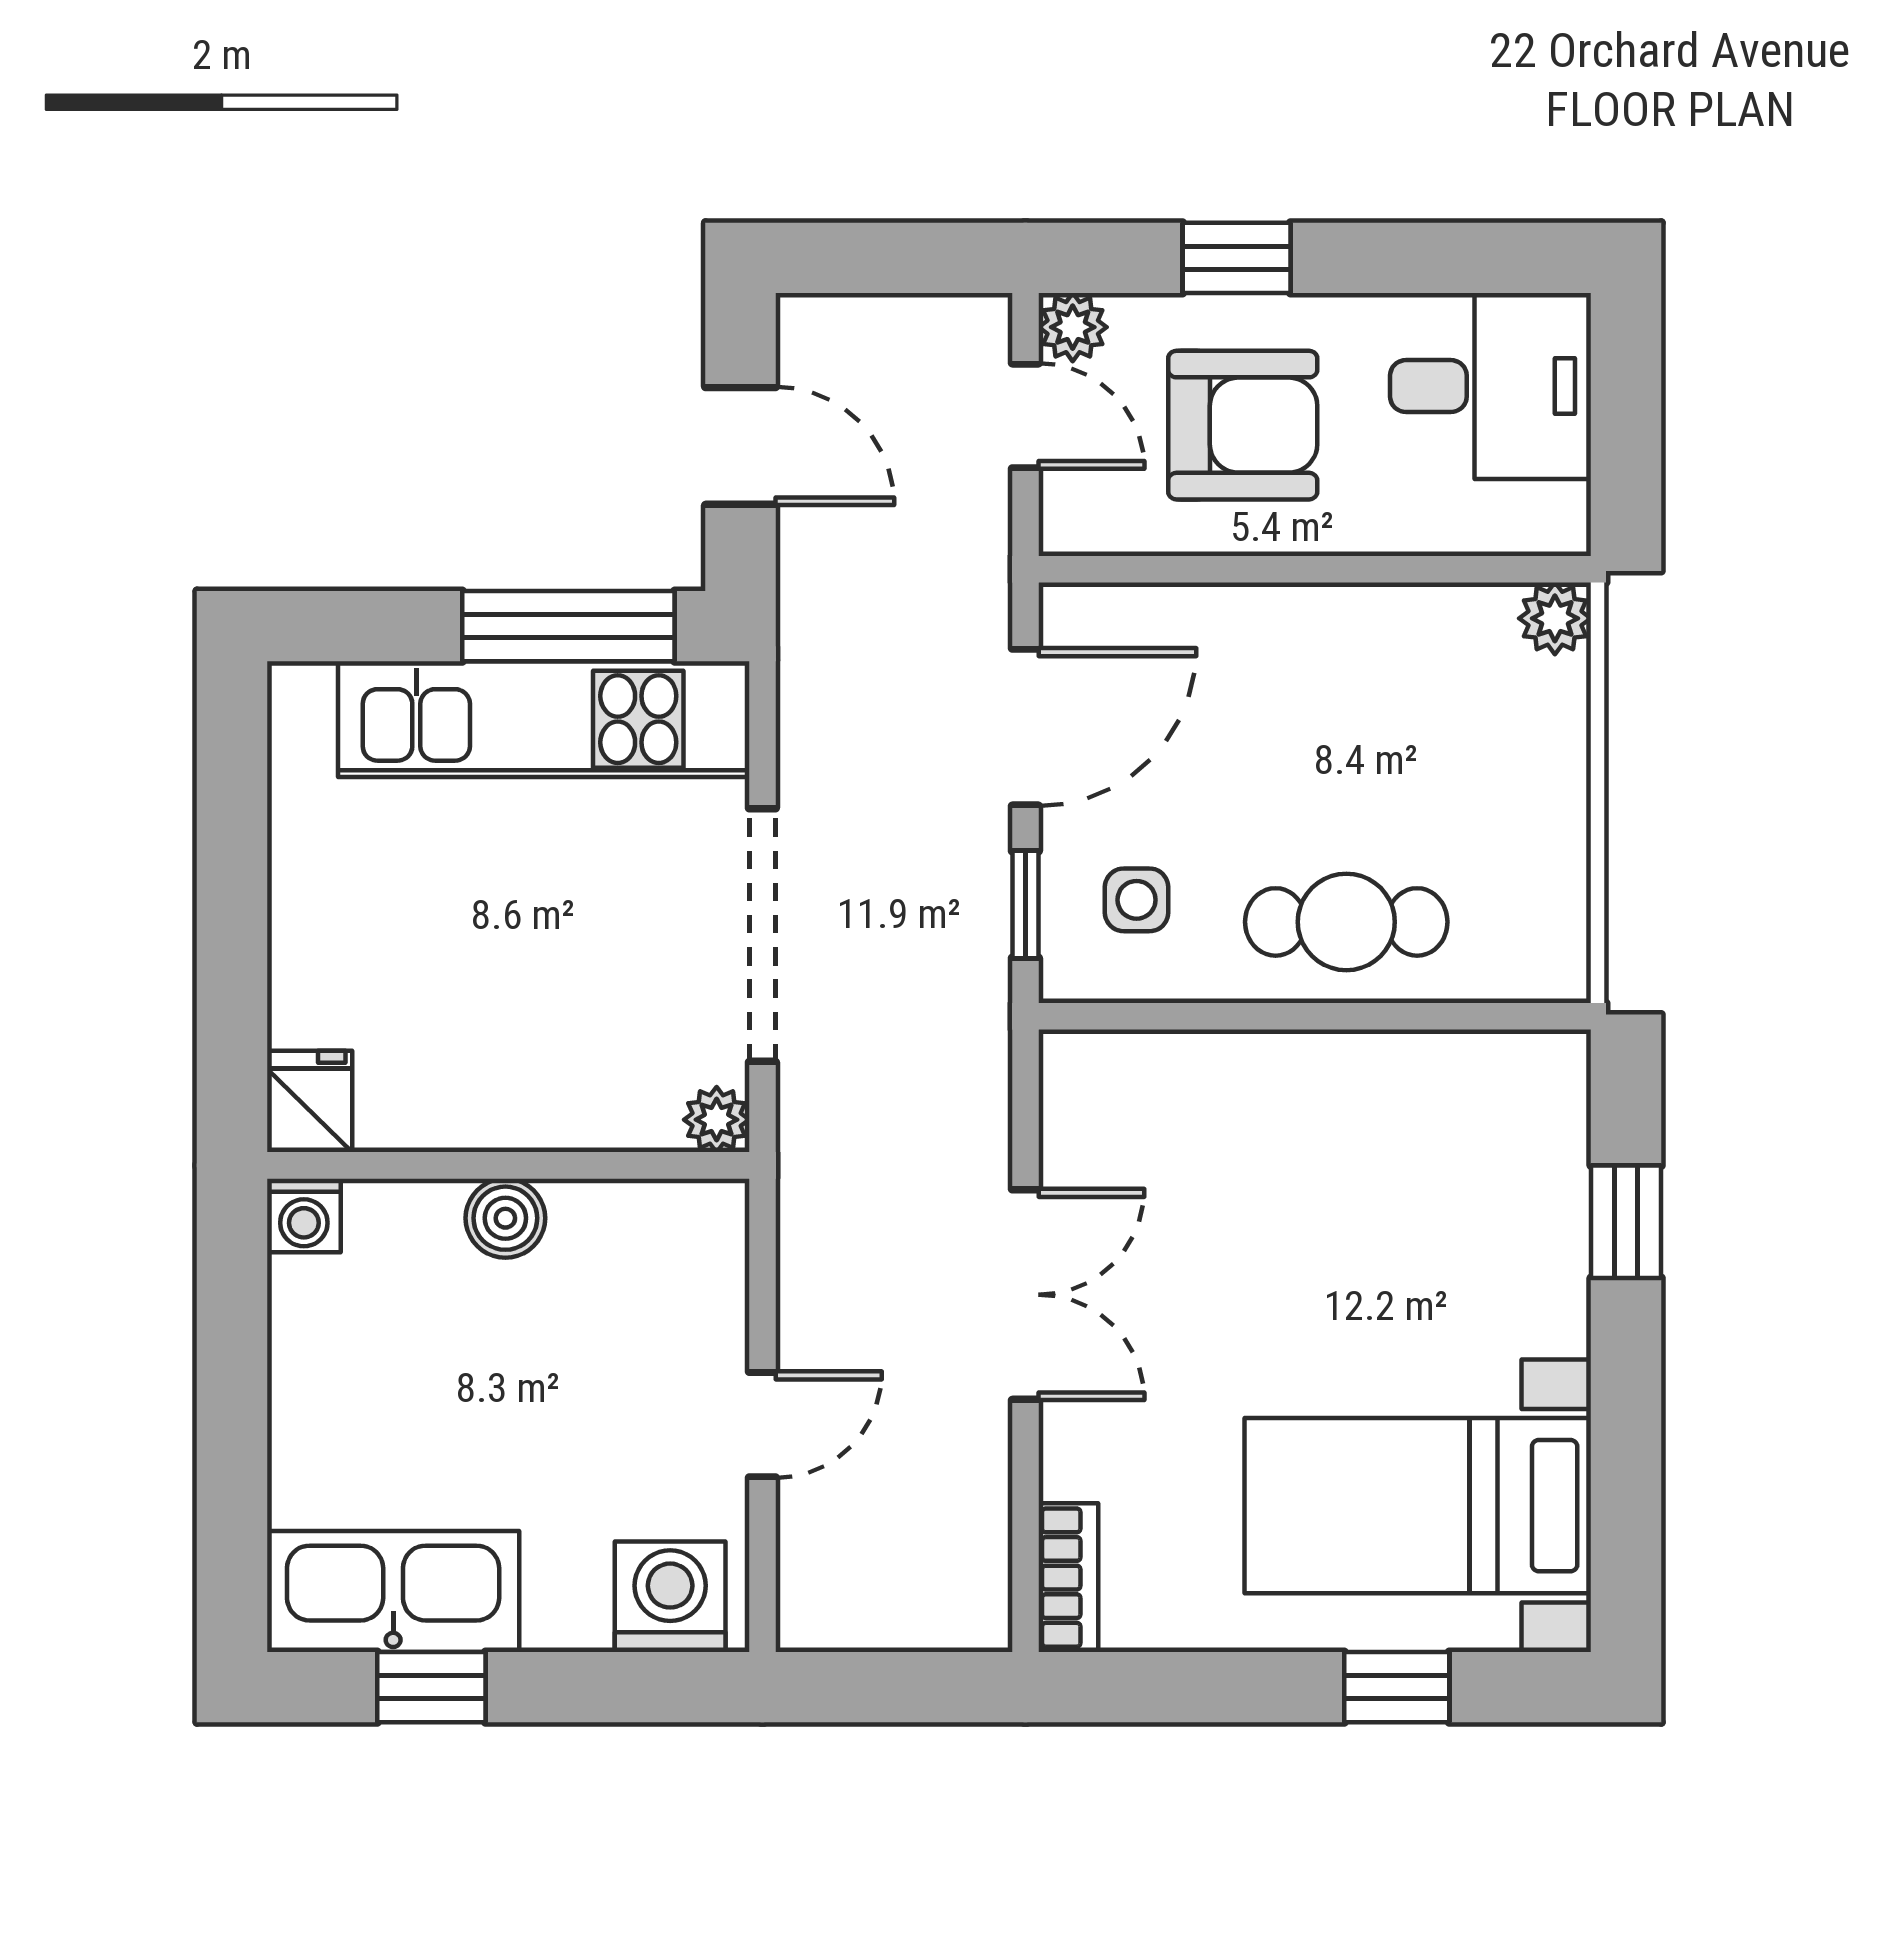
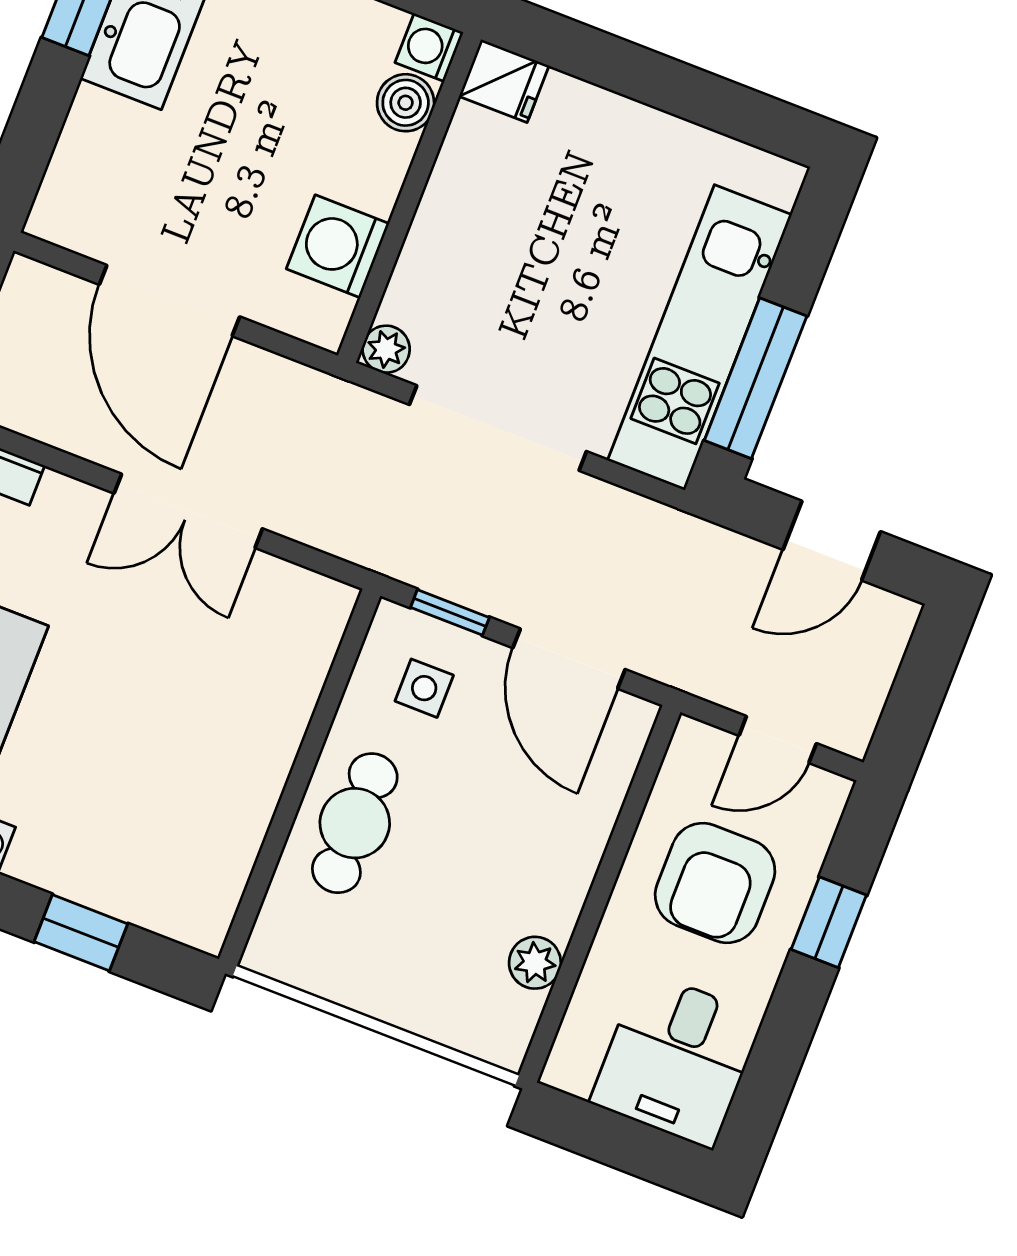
plant: (1073, 327) -> (825, 794), removed
plant: (1555, 618) -> (535, 963), moved
boiler: (505, 1218) -> (406, 103), moved
door: (762, 1425) -> (169, 301), width x1.88
washing machine: (670, 1597) -> (338, 246), moved, turned 180

